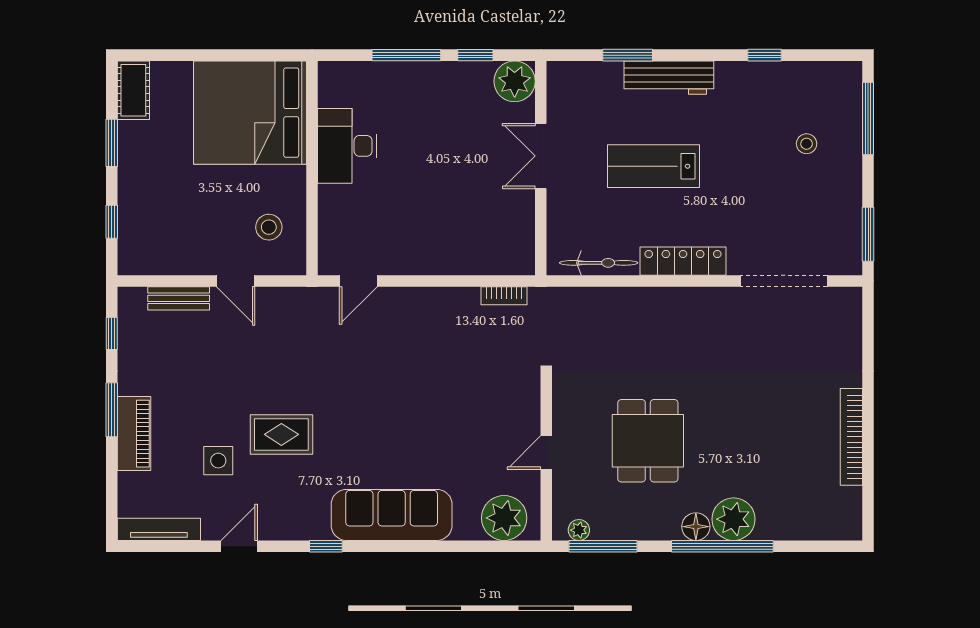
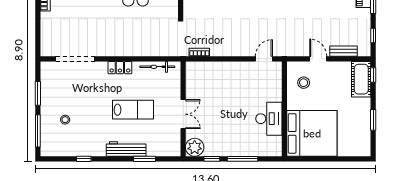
cot: (133, 90) -> (361, 79), moved, width x1.37, depth x1.34
window: (112, 222) -> (373, 75), moved
window: (868, 234) -> (38, 93), moved
locker: (683, 261) -> (120, 68), width x0.66

